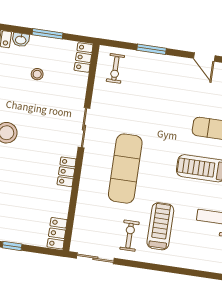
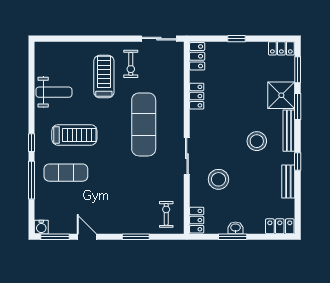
washbasin: (21, 40) -> (236, 228), moved
stool: (37, 74) -> (218, 179), moved, width x1.89, depth x1.89
locker: (67, 172) -> (197, 96), moved
treadmill: (160, 226) -> (104, 77), turned 180

